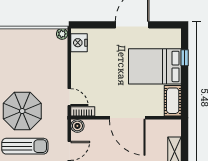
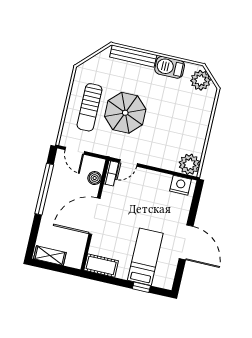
plant: (62, 34) -> (189, 164), width x1.88, depth x1.88
bed: (155, 66) -> (145, 257), width x0.67
boiler: (77, 126) -> (95, 178), moved

